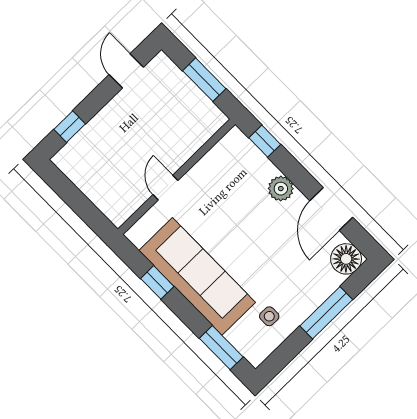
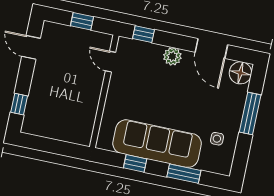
window: (204, 80) -> (82, 21), width x0.67
door: (165, 188) -> (111, 62), moved
window: (221, 348) -> (184, 174), moved

